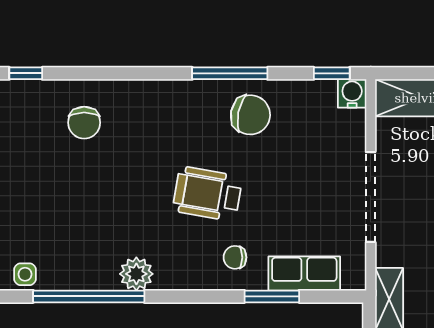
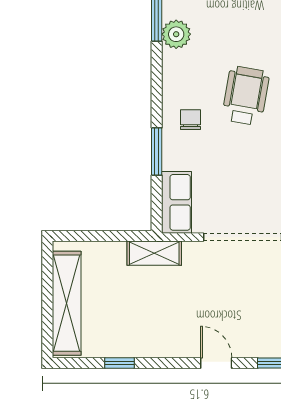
row of seats: (304, 273) -> (177, 202), moved

